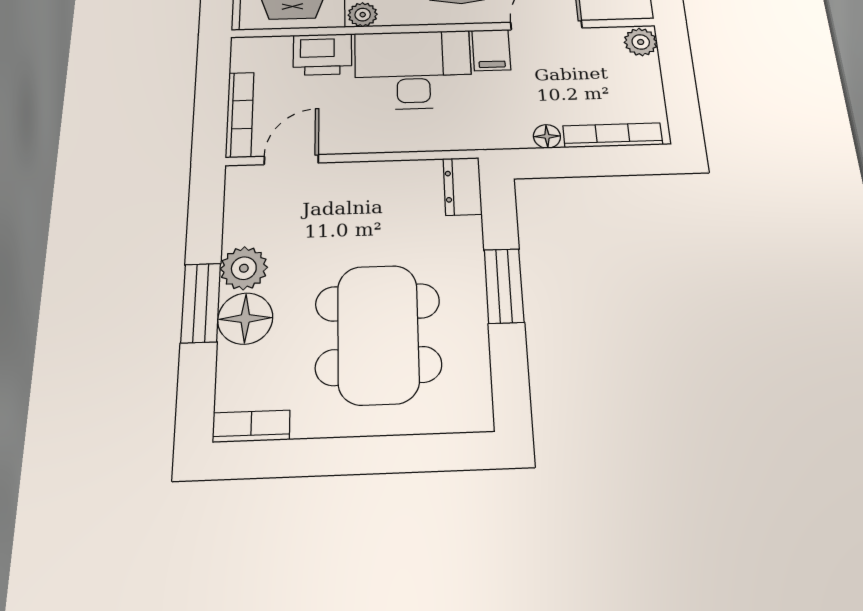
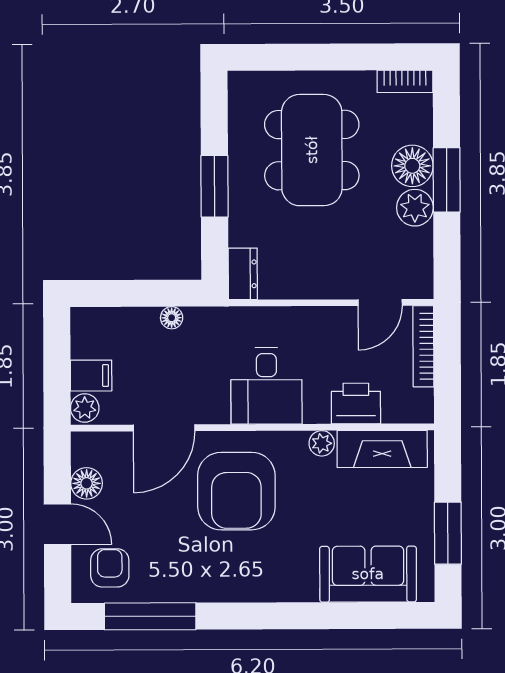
filing cabinet: (491, 50) -> (91, 376), moved, turned 90
desk: (413, 70) -> (266, 386), width x0.73
bookcase: (613, 135) -> (118, 317), removed

